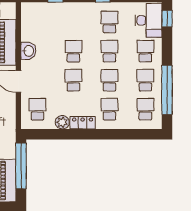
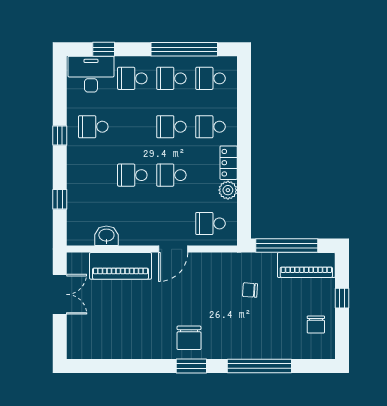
window: (167, 19) -> (104, 49), moved
washbasin: (28, 51) -> (106, 236), moved
school desk: (109, 51) -> (132, 127), removed

